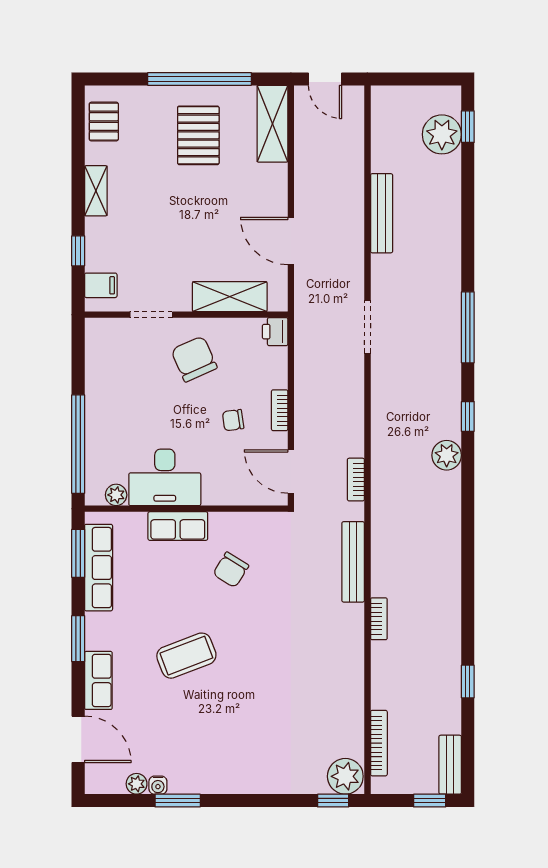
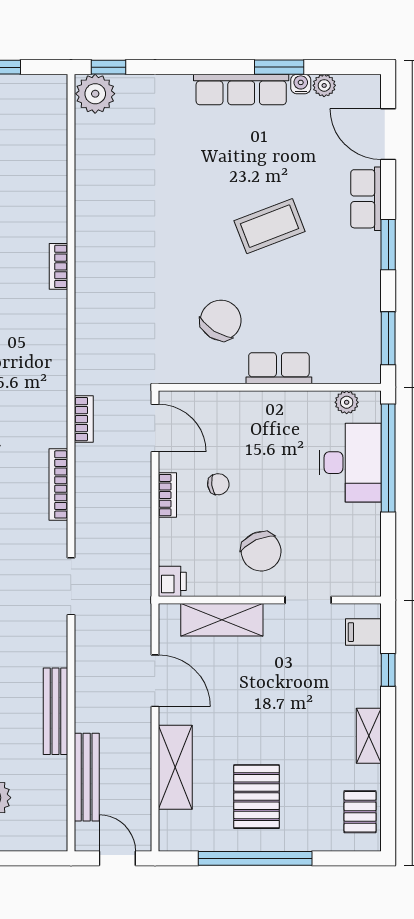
shelving: (272, 124) -> (175, 767), moved
desk: (165, 477) -> (350, 463), moved, turned 90
bench: (353, 562) -> (87, 777), moved
row of seats: (99, 568) -> (241, 89), moved, turned -90
chair: (231, 570) -> (221, 320), width x1.37, depth x1.37
bookcase: (379, 743) -> (58, 484), moved

